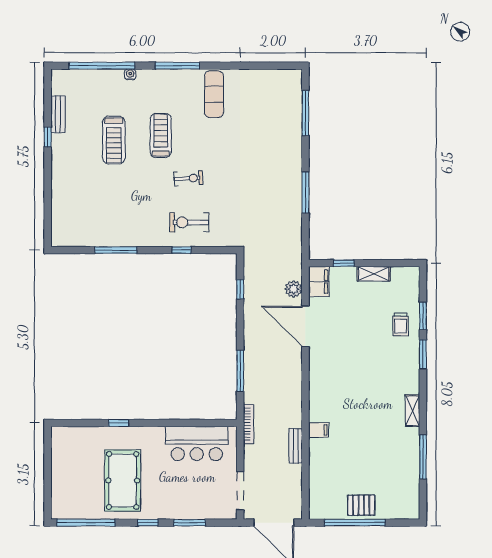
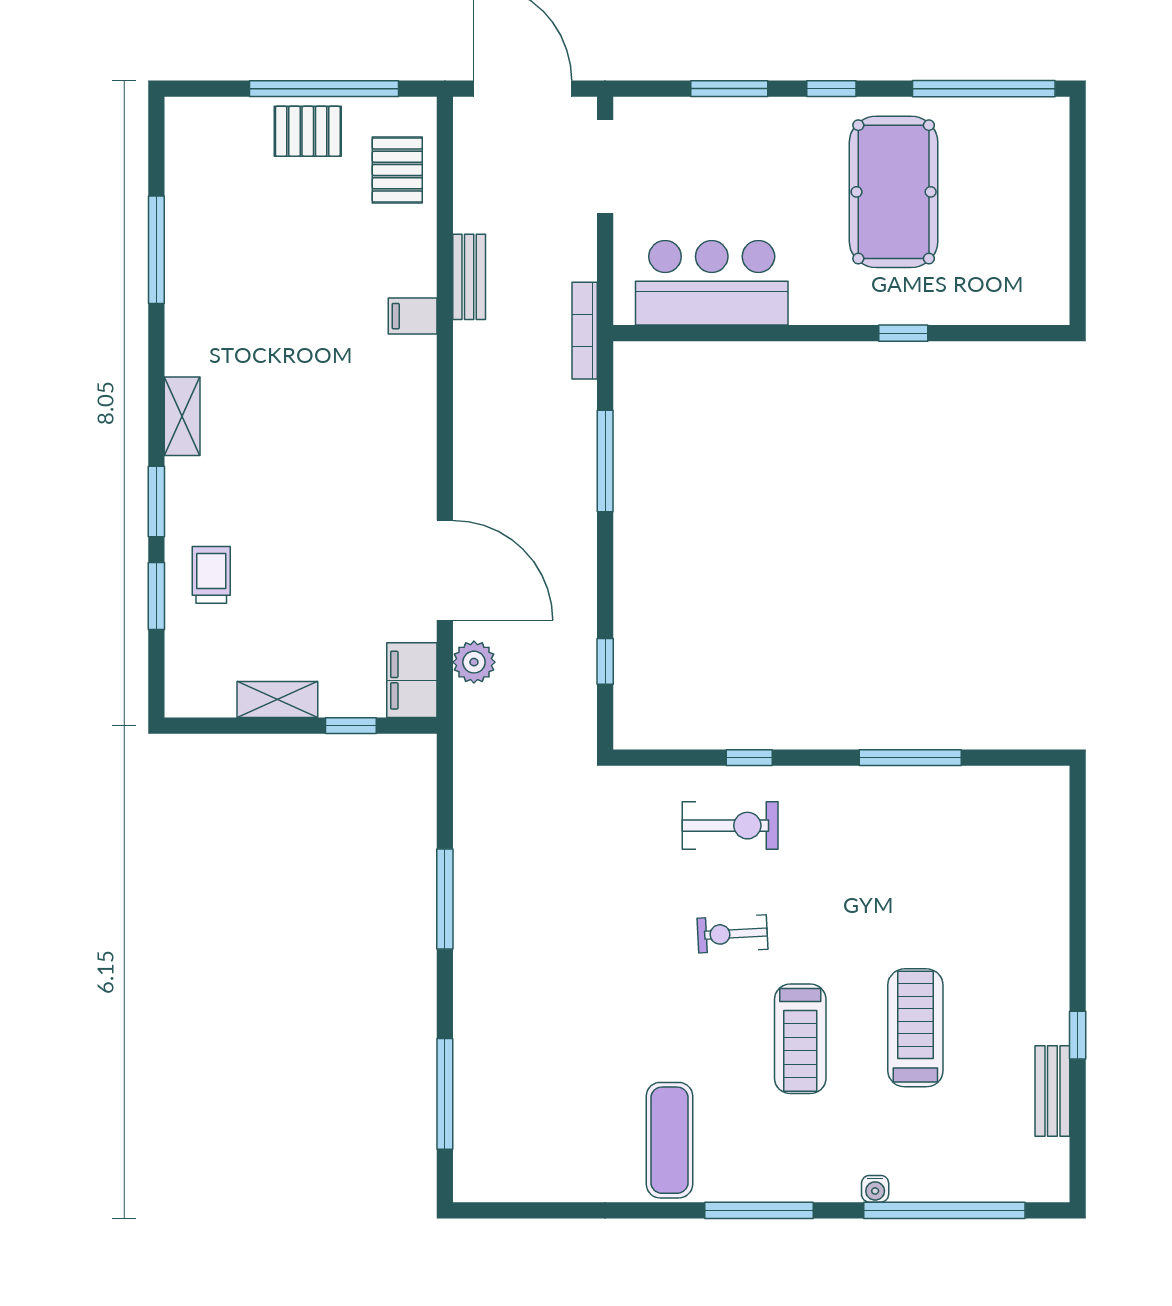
shelving: (412, 411) -> (182, 416), moved
pallet: (325, 489) -> (397, 170), added

